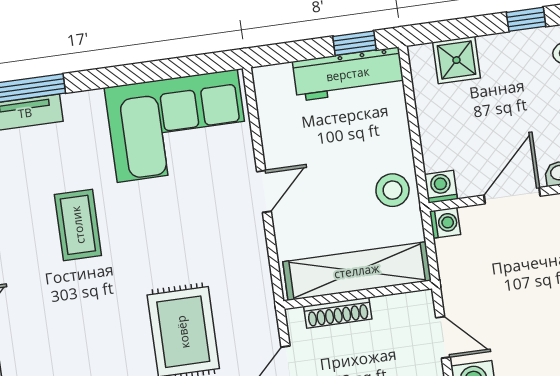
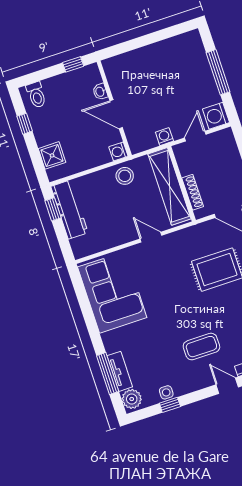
door: (264, 191) -> (151, 237), moved
washing machine: (445, 223) -> (164, 137), moved
coffee table: (78, 225) -> (201, 347), moved

